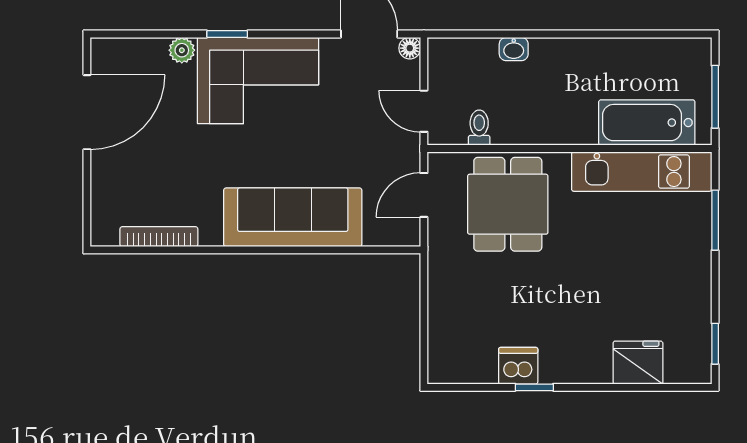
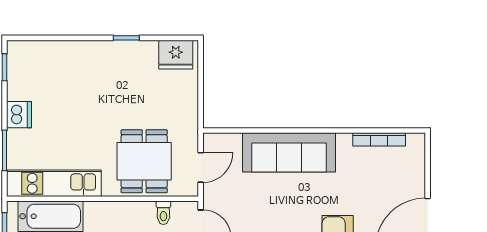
fridge: (638, 363) -> (176, 55), moved
dishwasher: (518, 366) -> (19, 115), moved, turned -90

